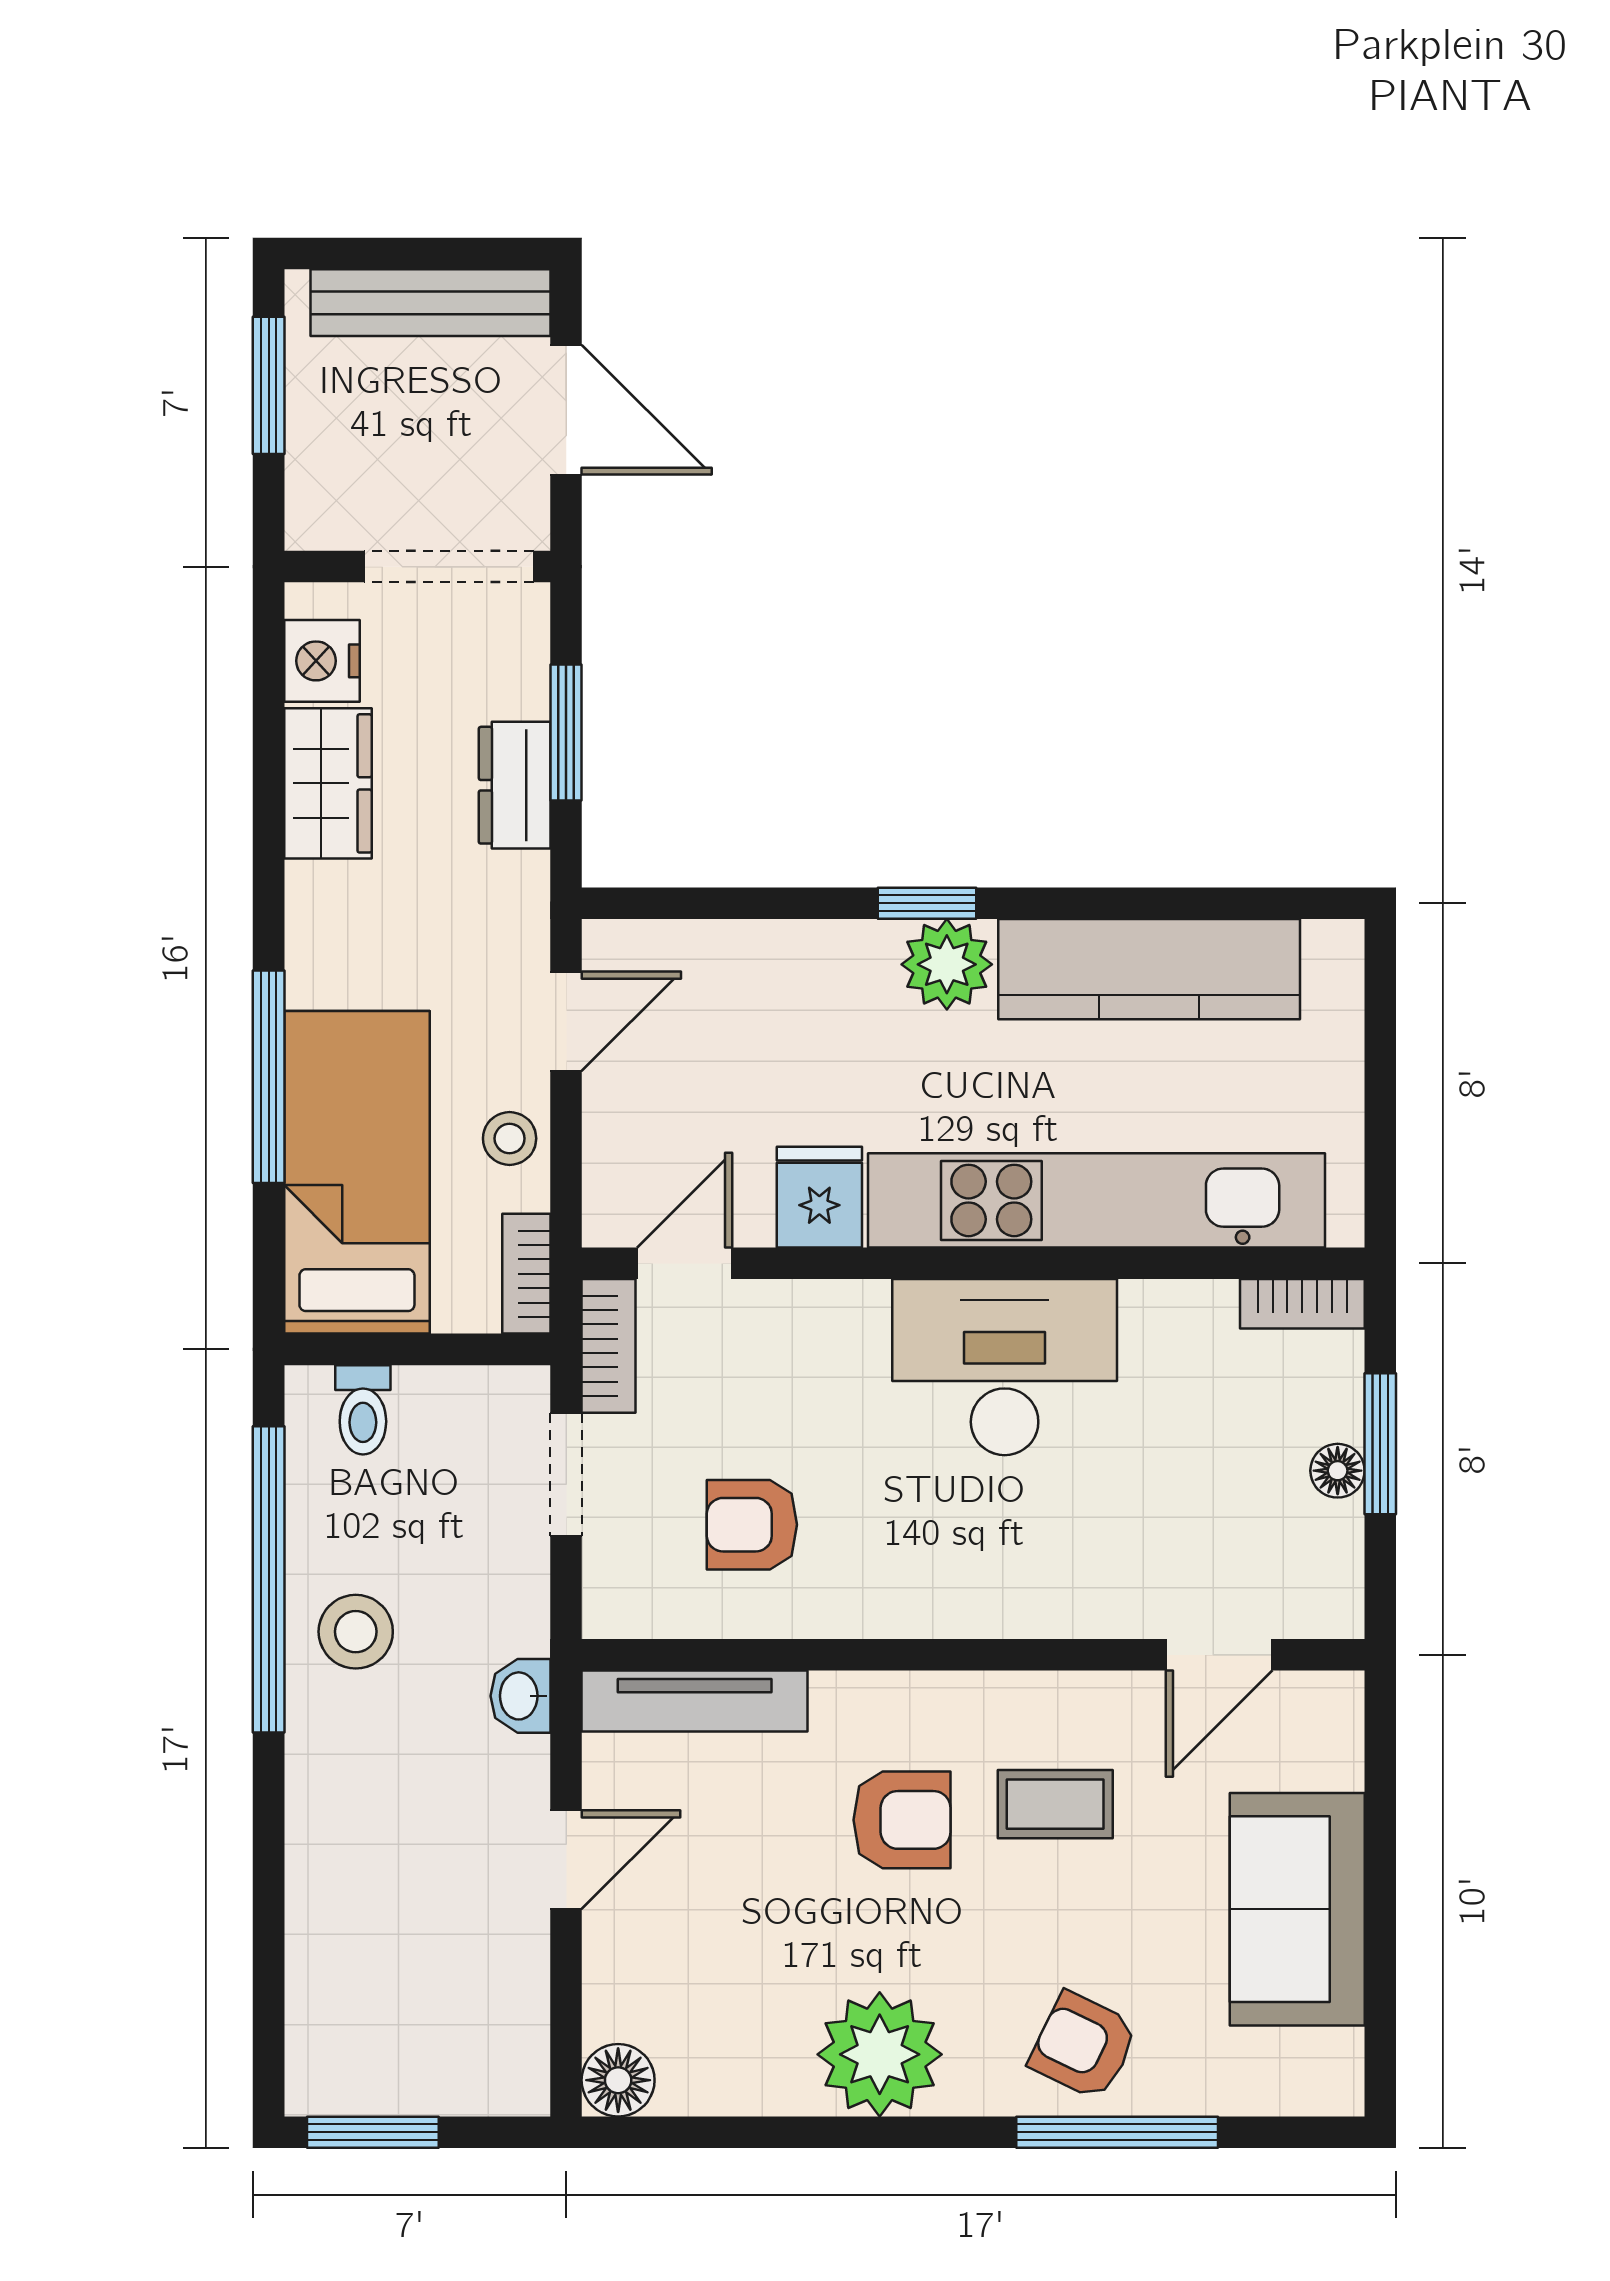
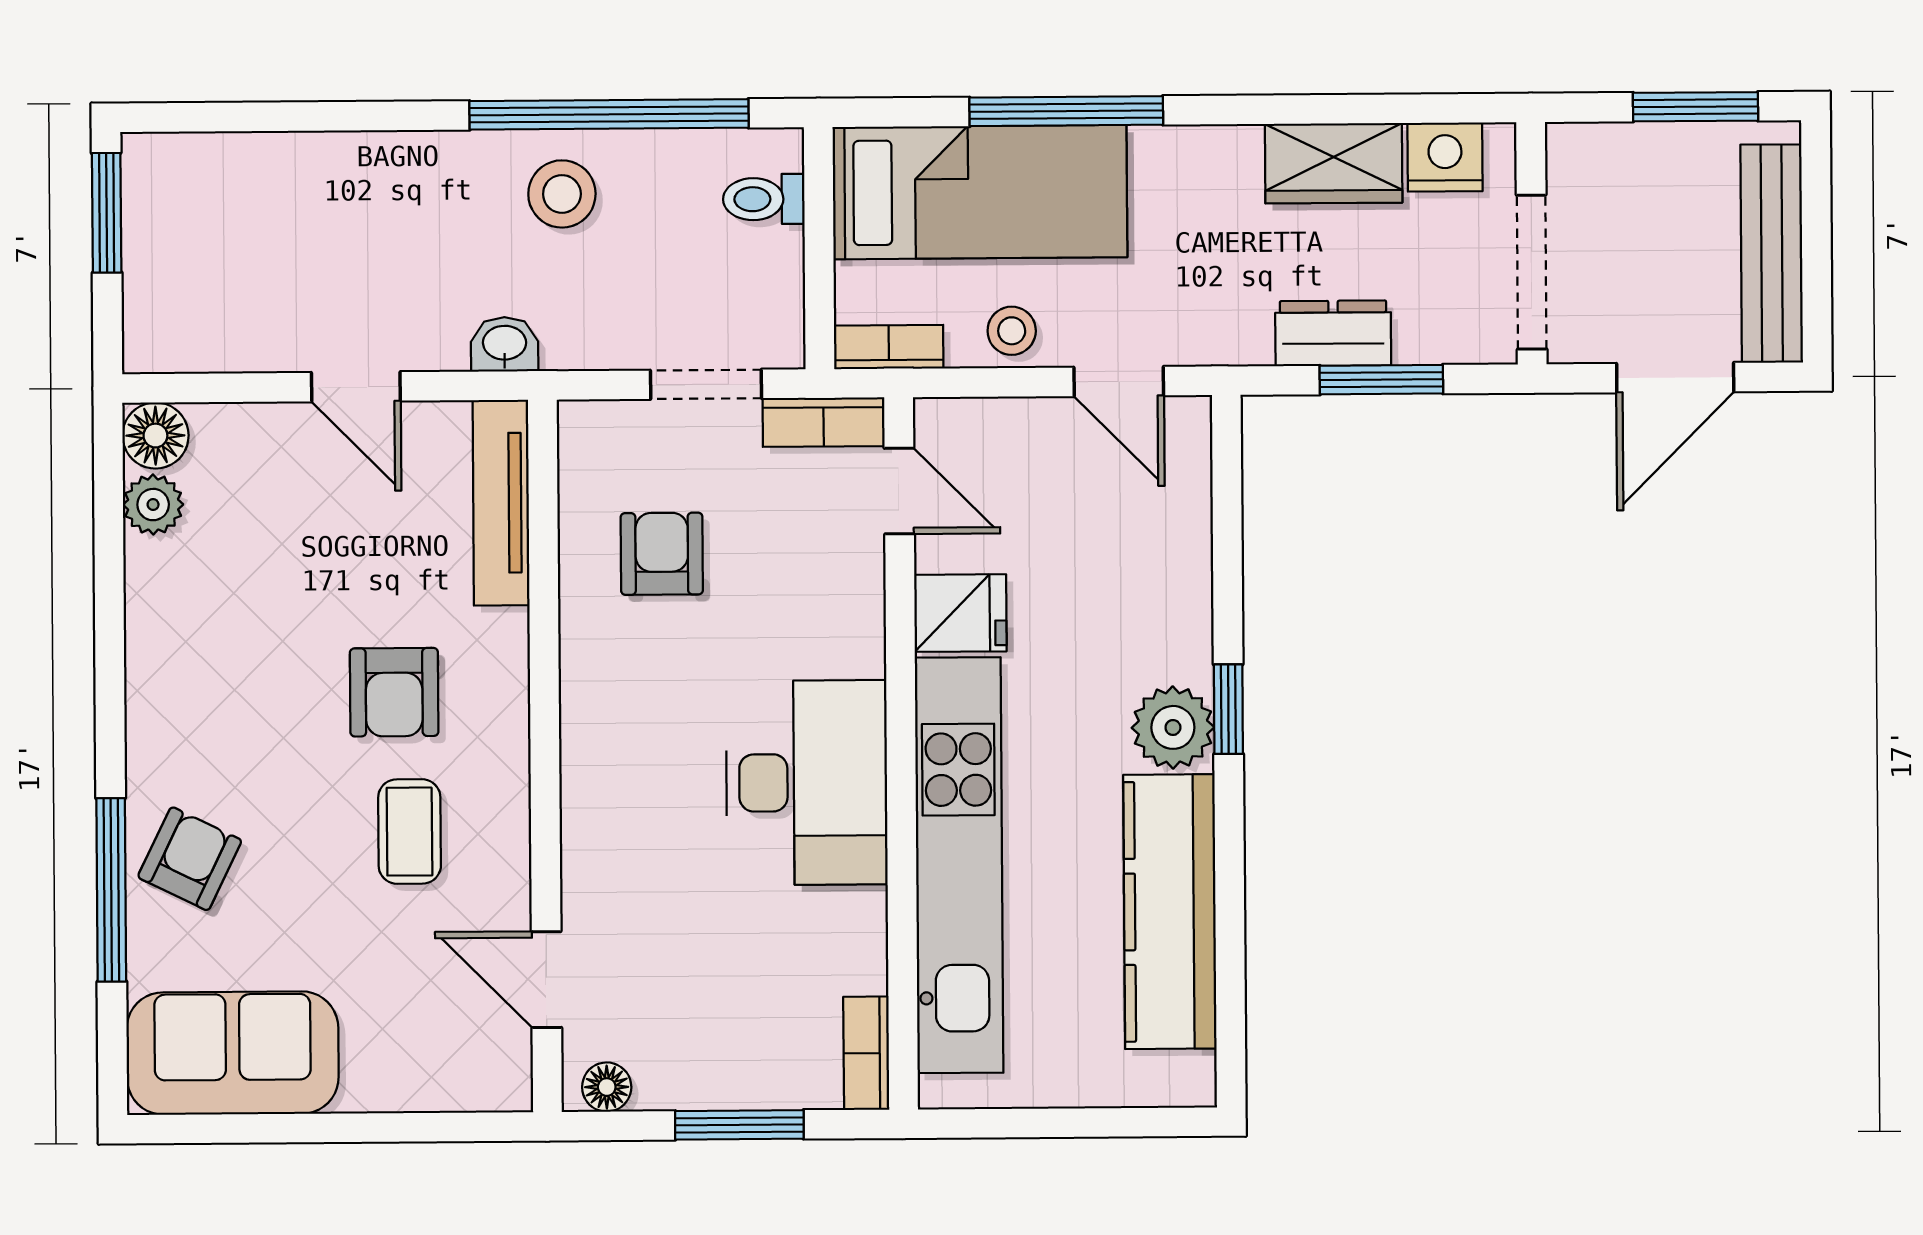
floor lamp: (1338, 1471) -> (607, 1087), moved
sofa: (1297, 1909) -> (233, 1053), moved
plant: (880, 2054) -> (153, 505), moved, width x0.53, depth x0.53

